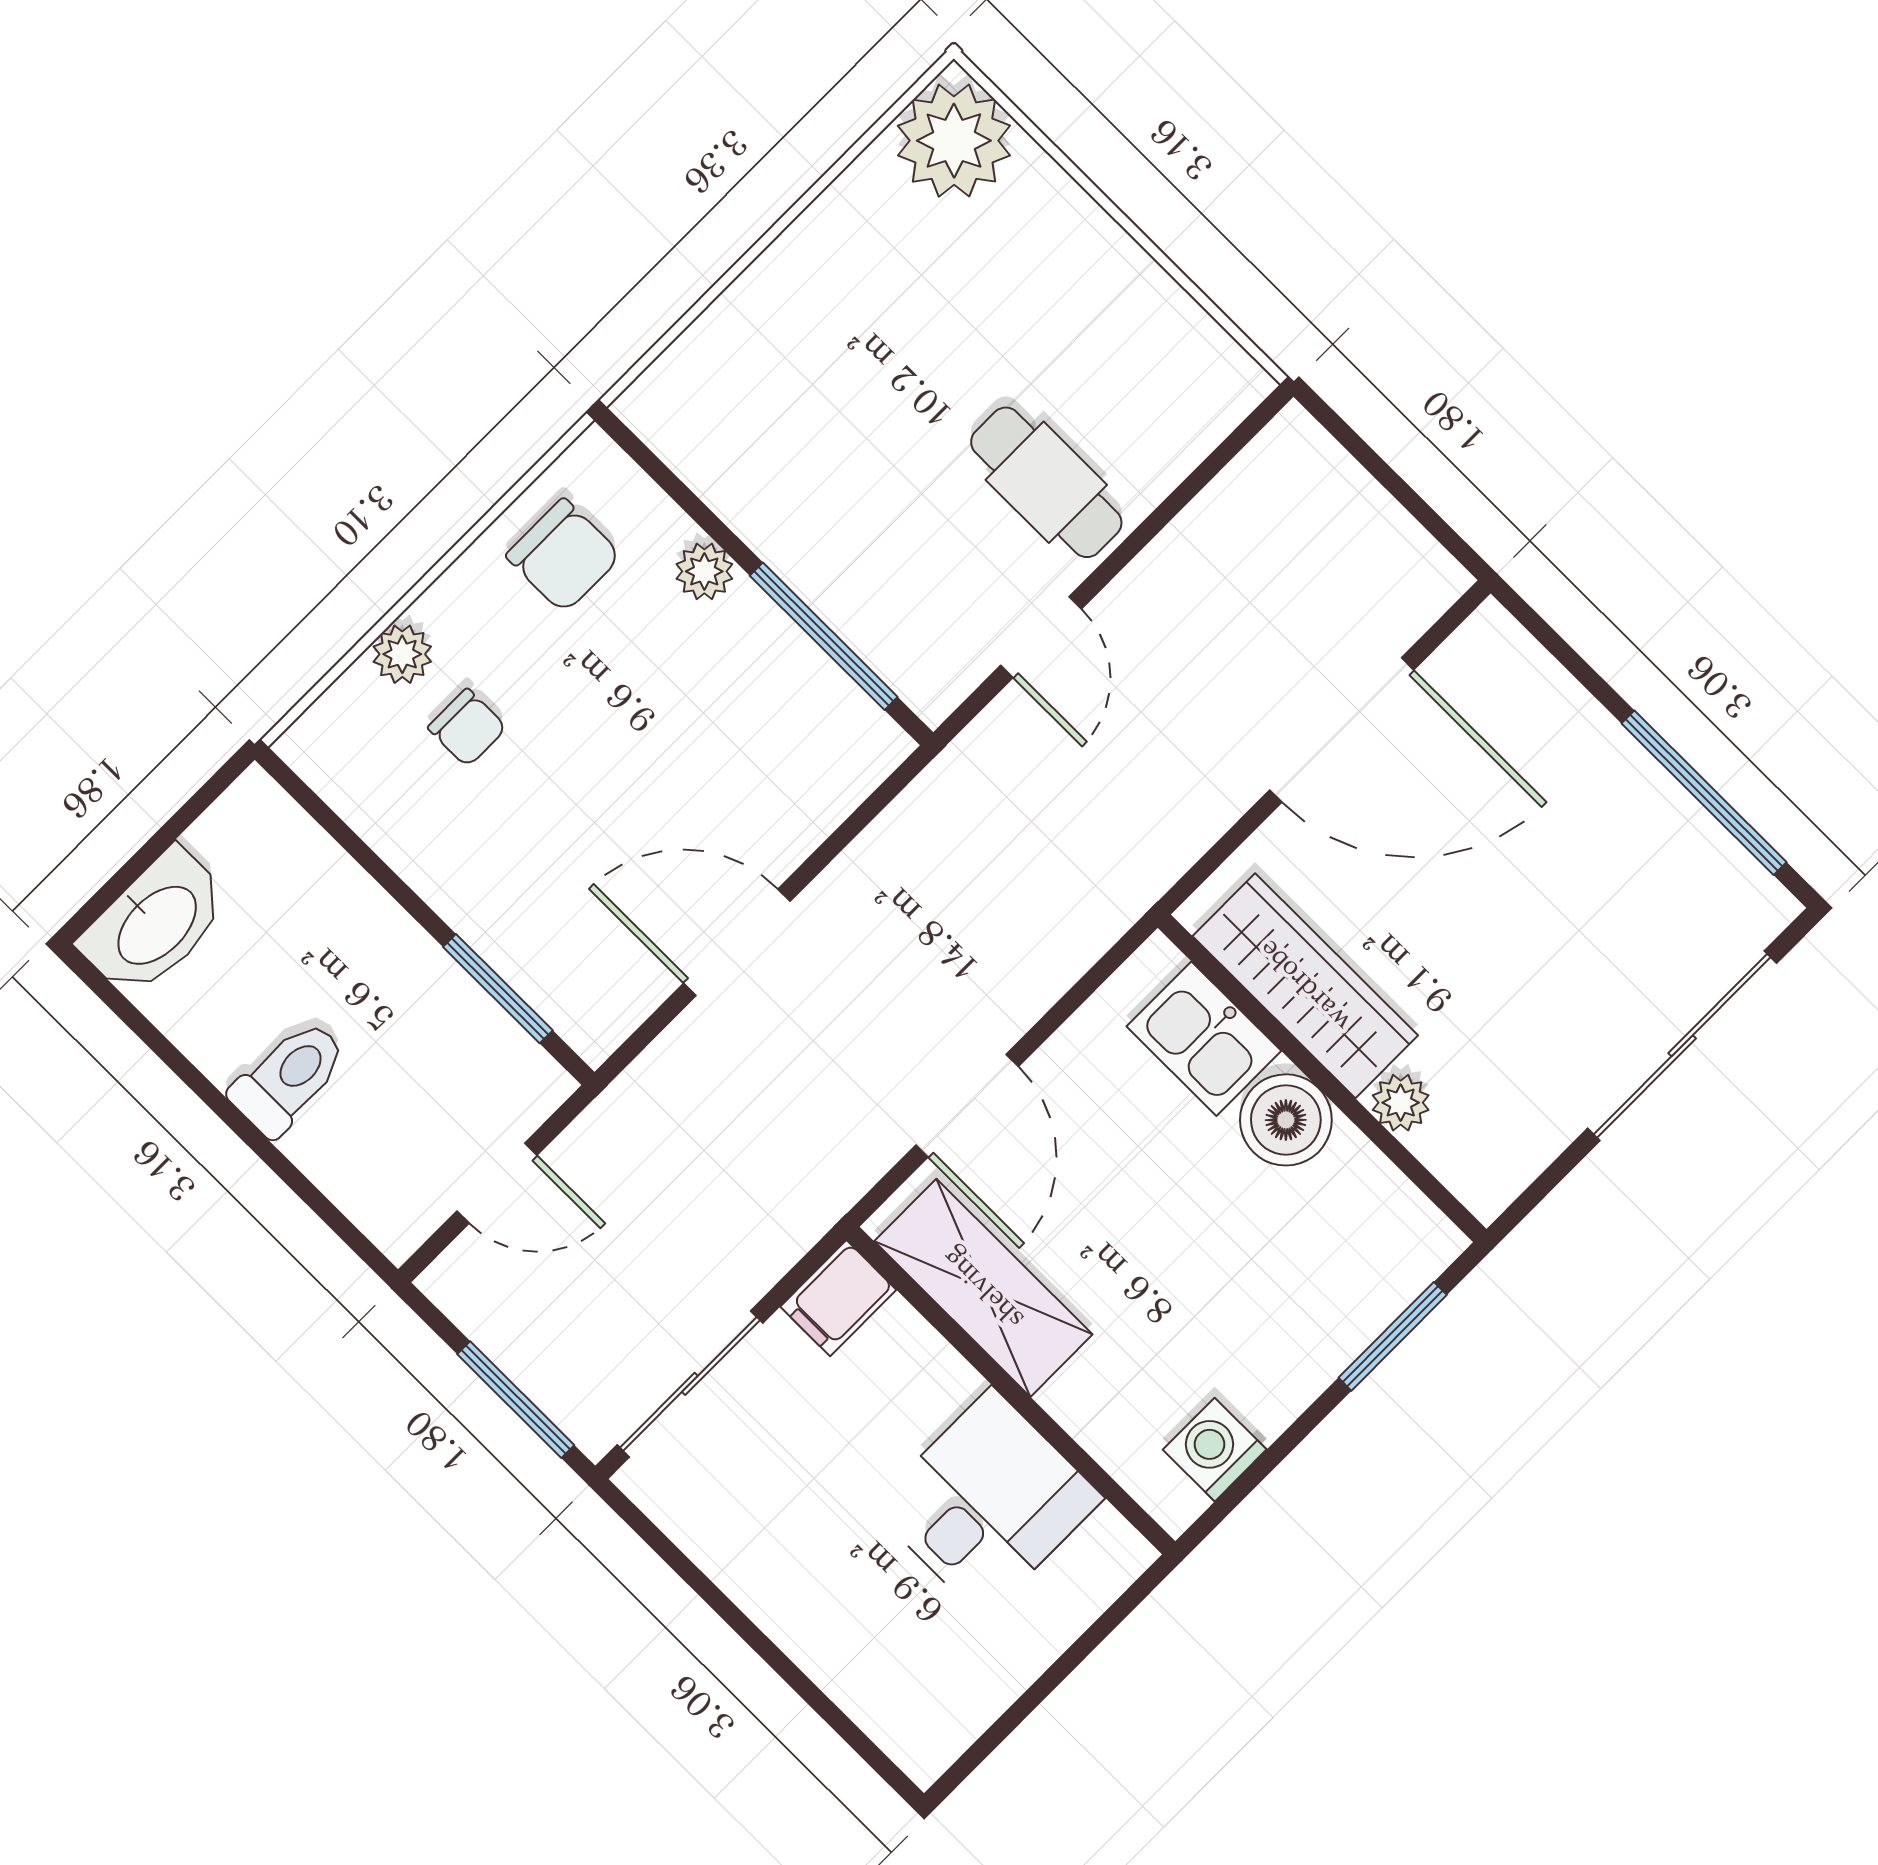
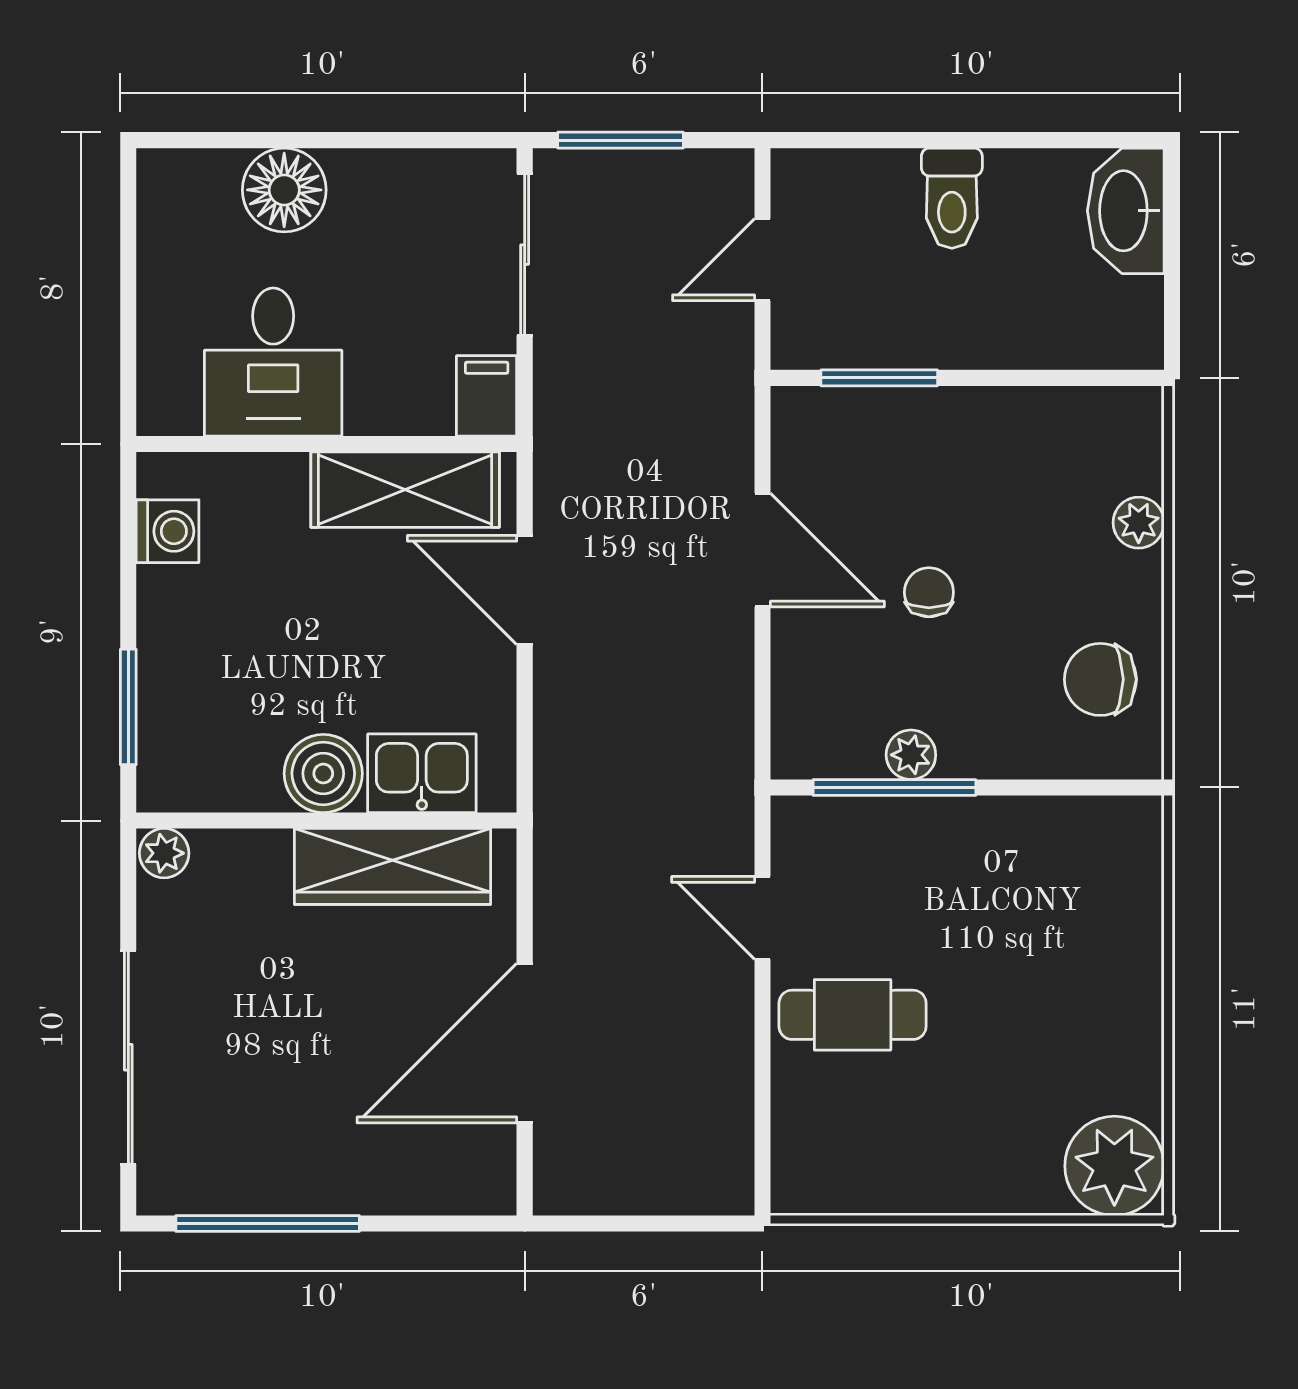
plant: (704, 571) -> (911, 755), moved
chair: (467, 728) -> (929, 592), moved, turned 90
door: (737, 942) -> (762, 550), hinge flipped
plant: (1401, 1103) -> (164, 853), moved
floor lamp: (836, 1636) -> (284, 190), added

